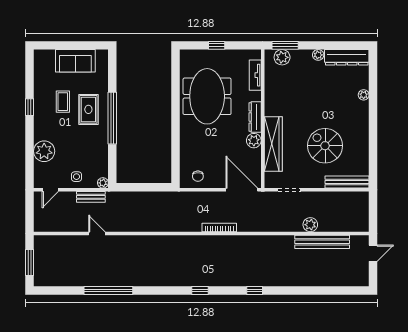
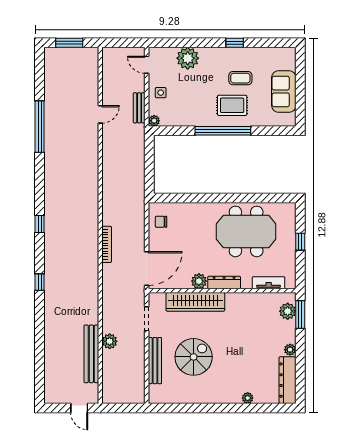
bench: (347, 182) -> (155, 361), moved

